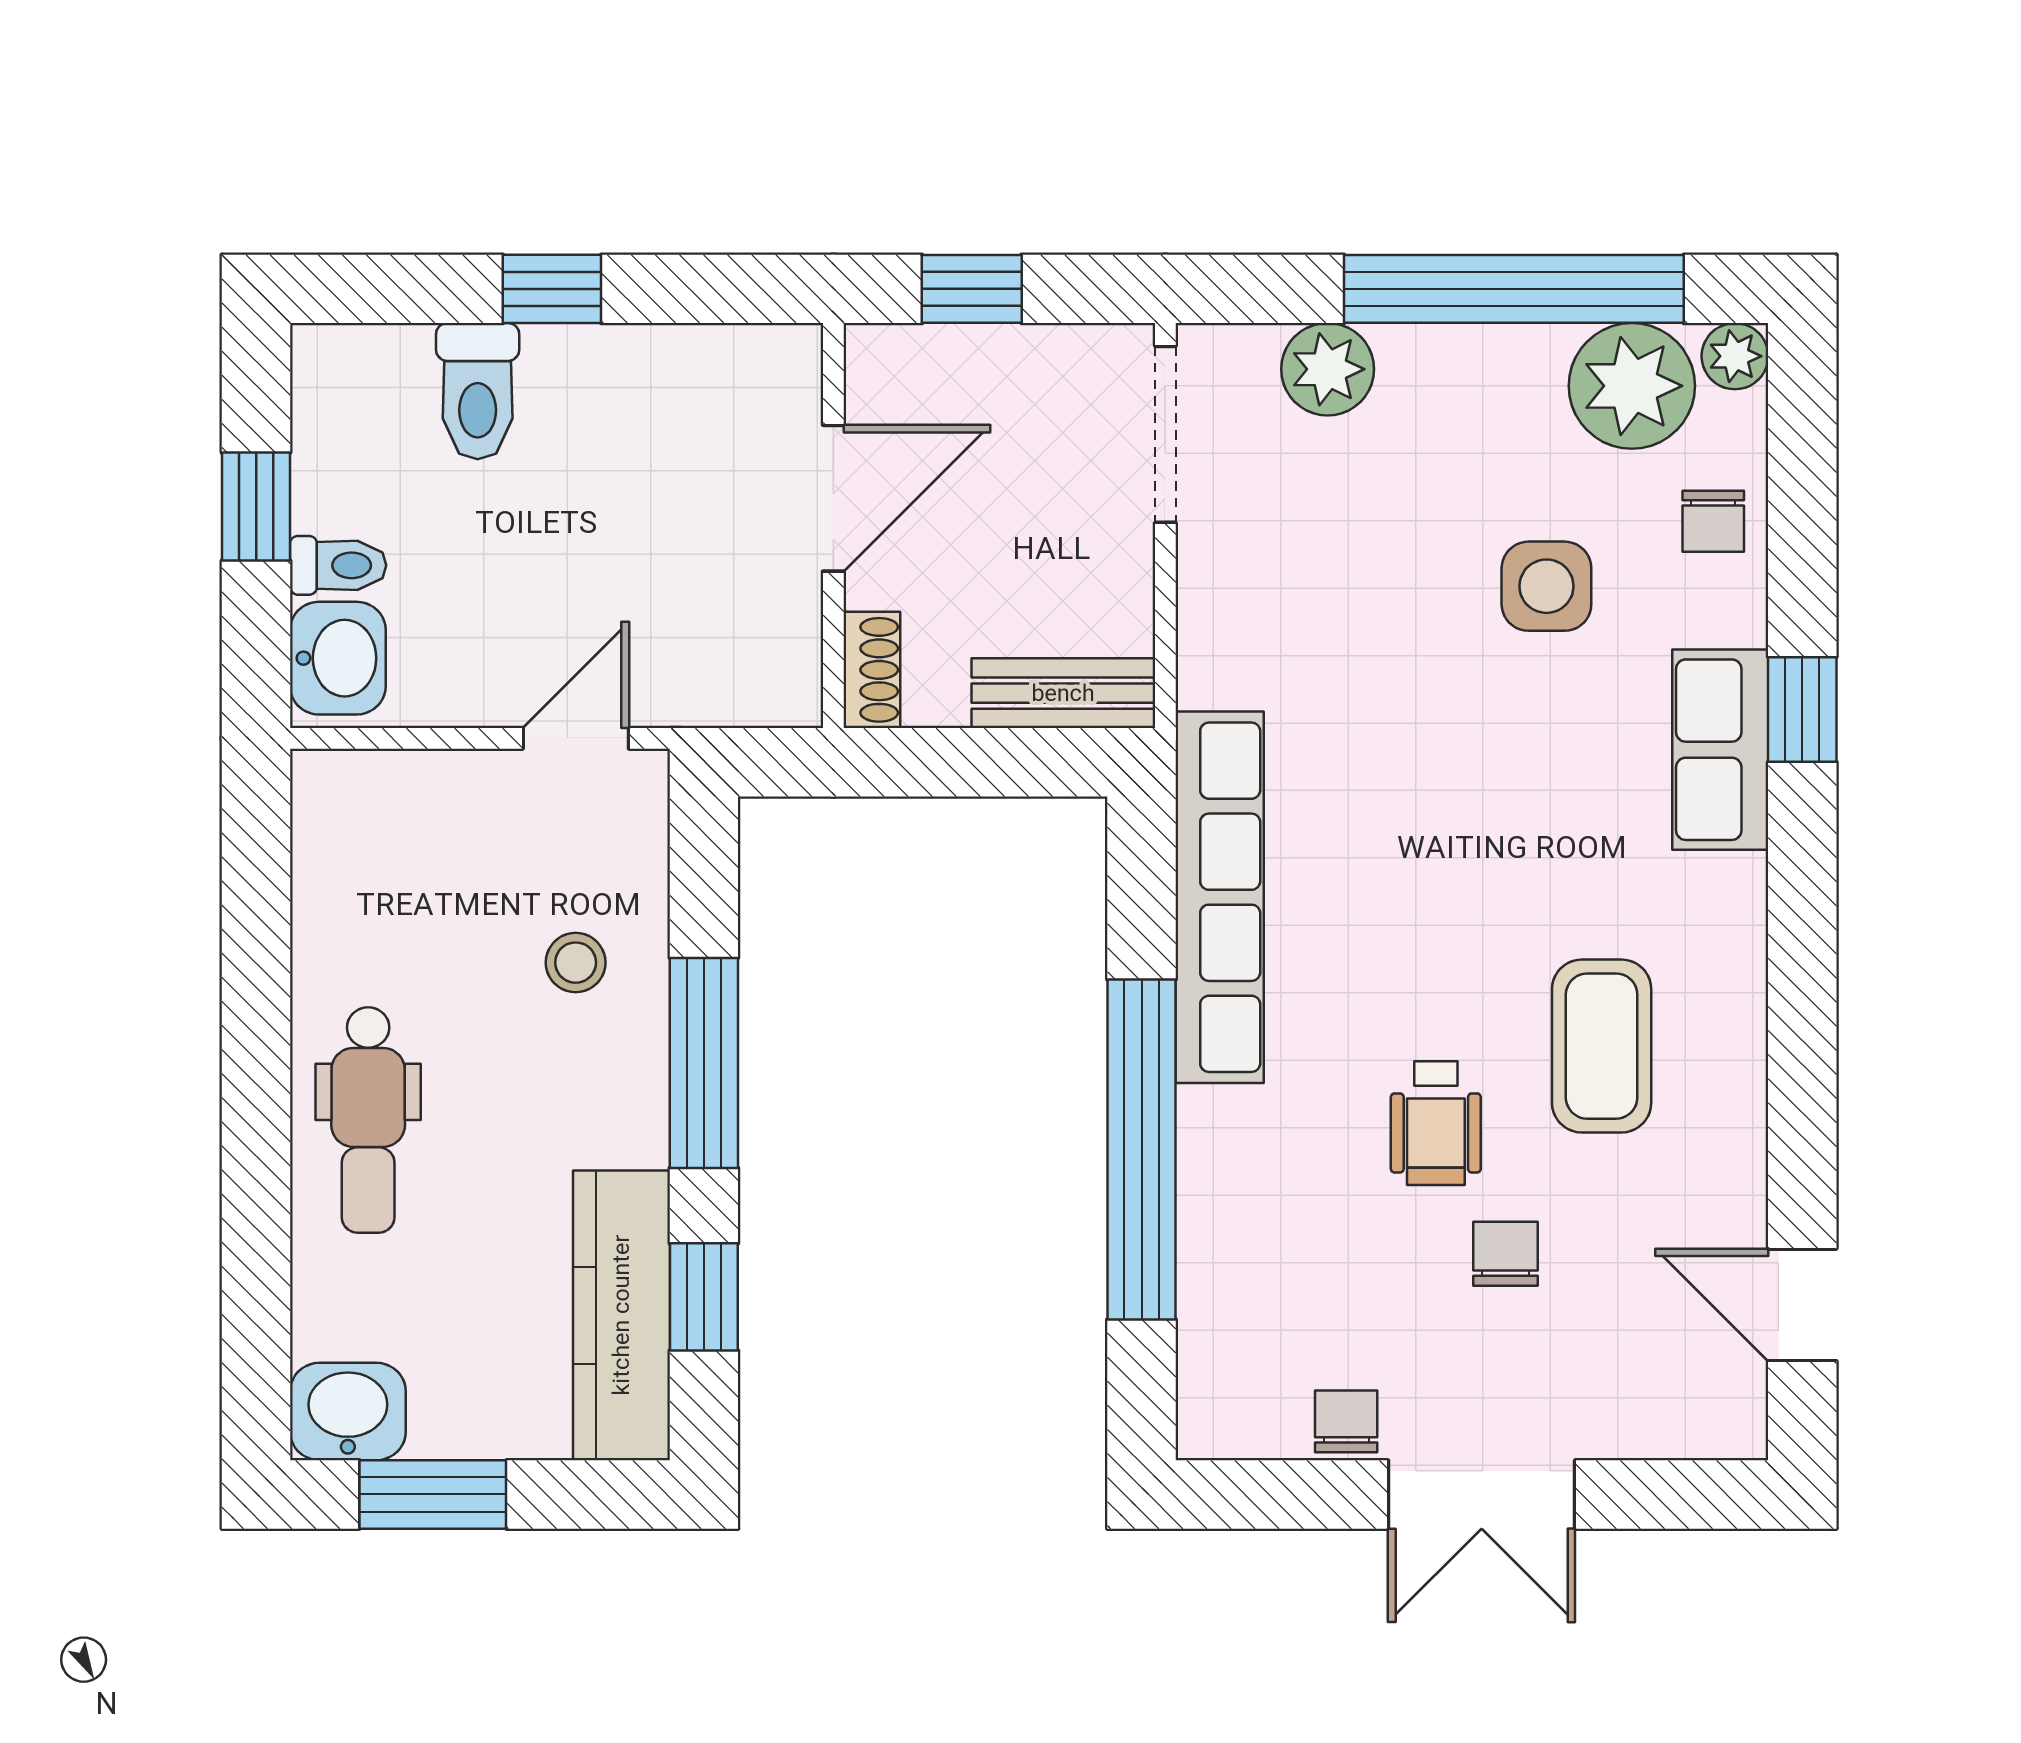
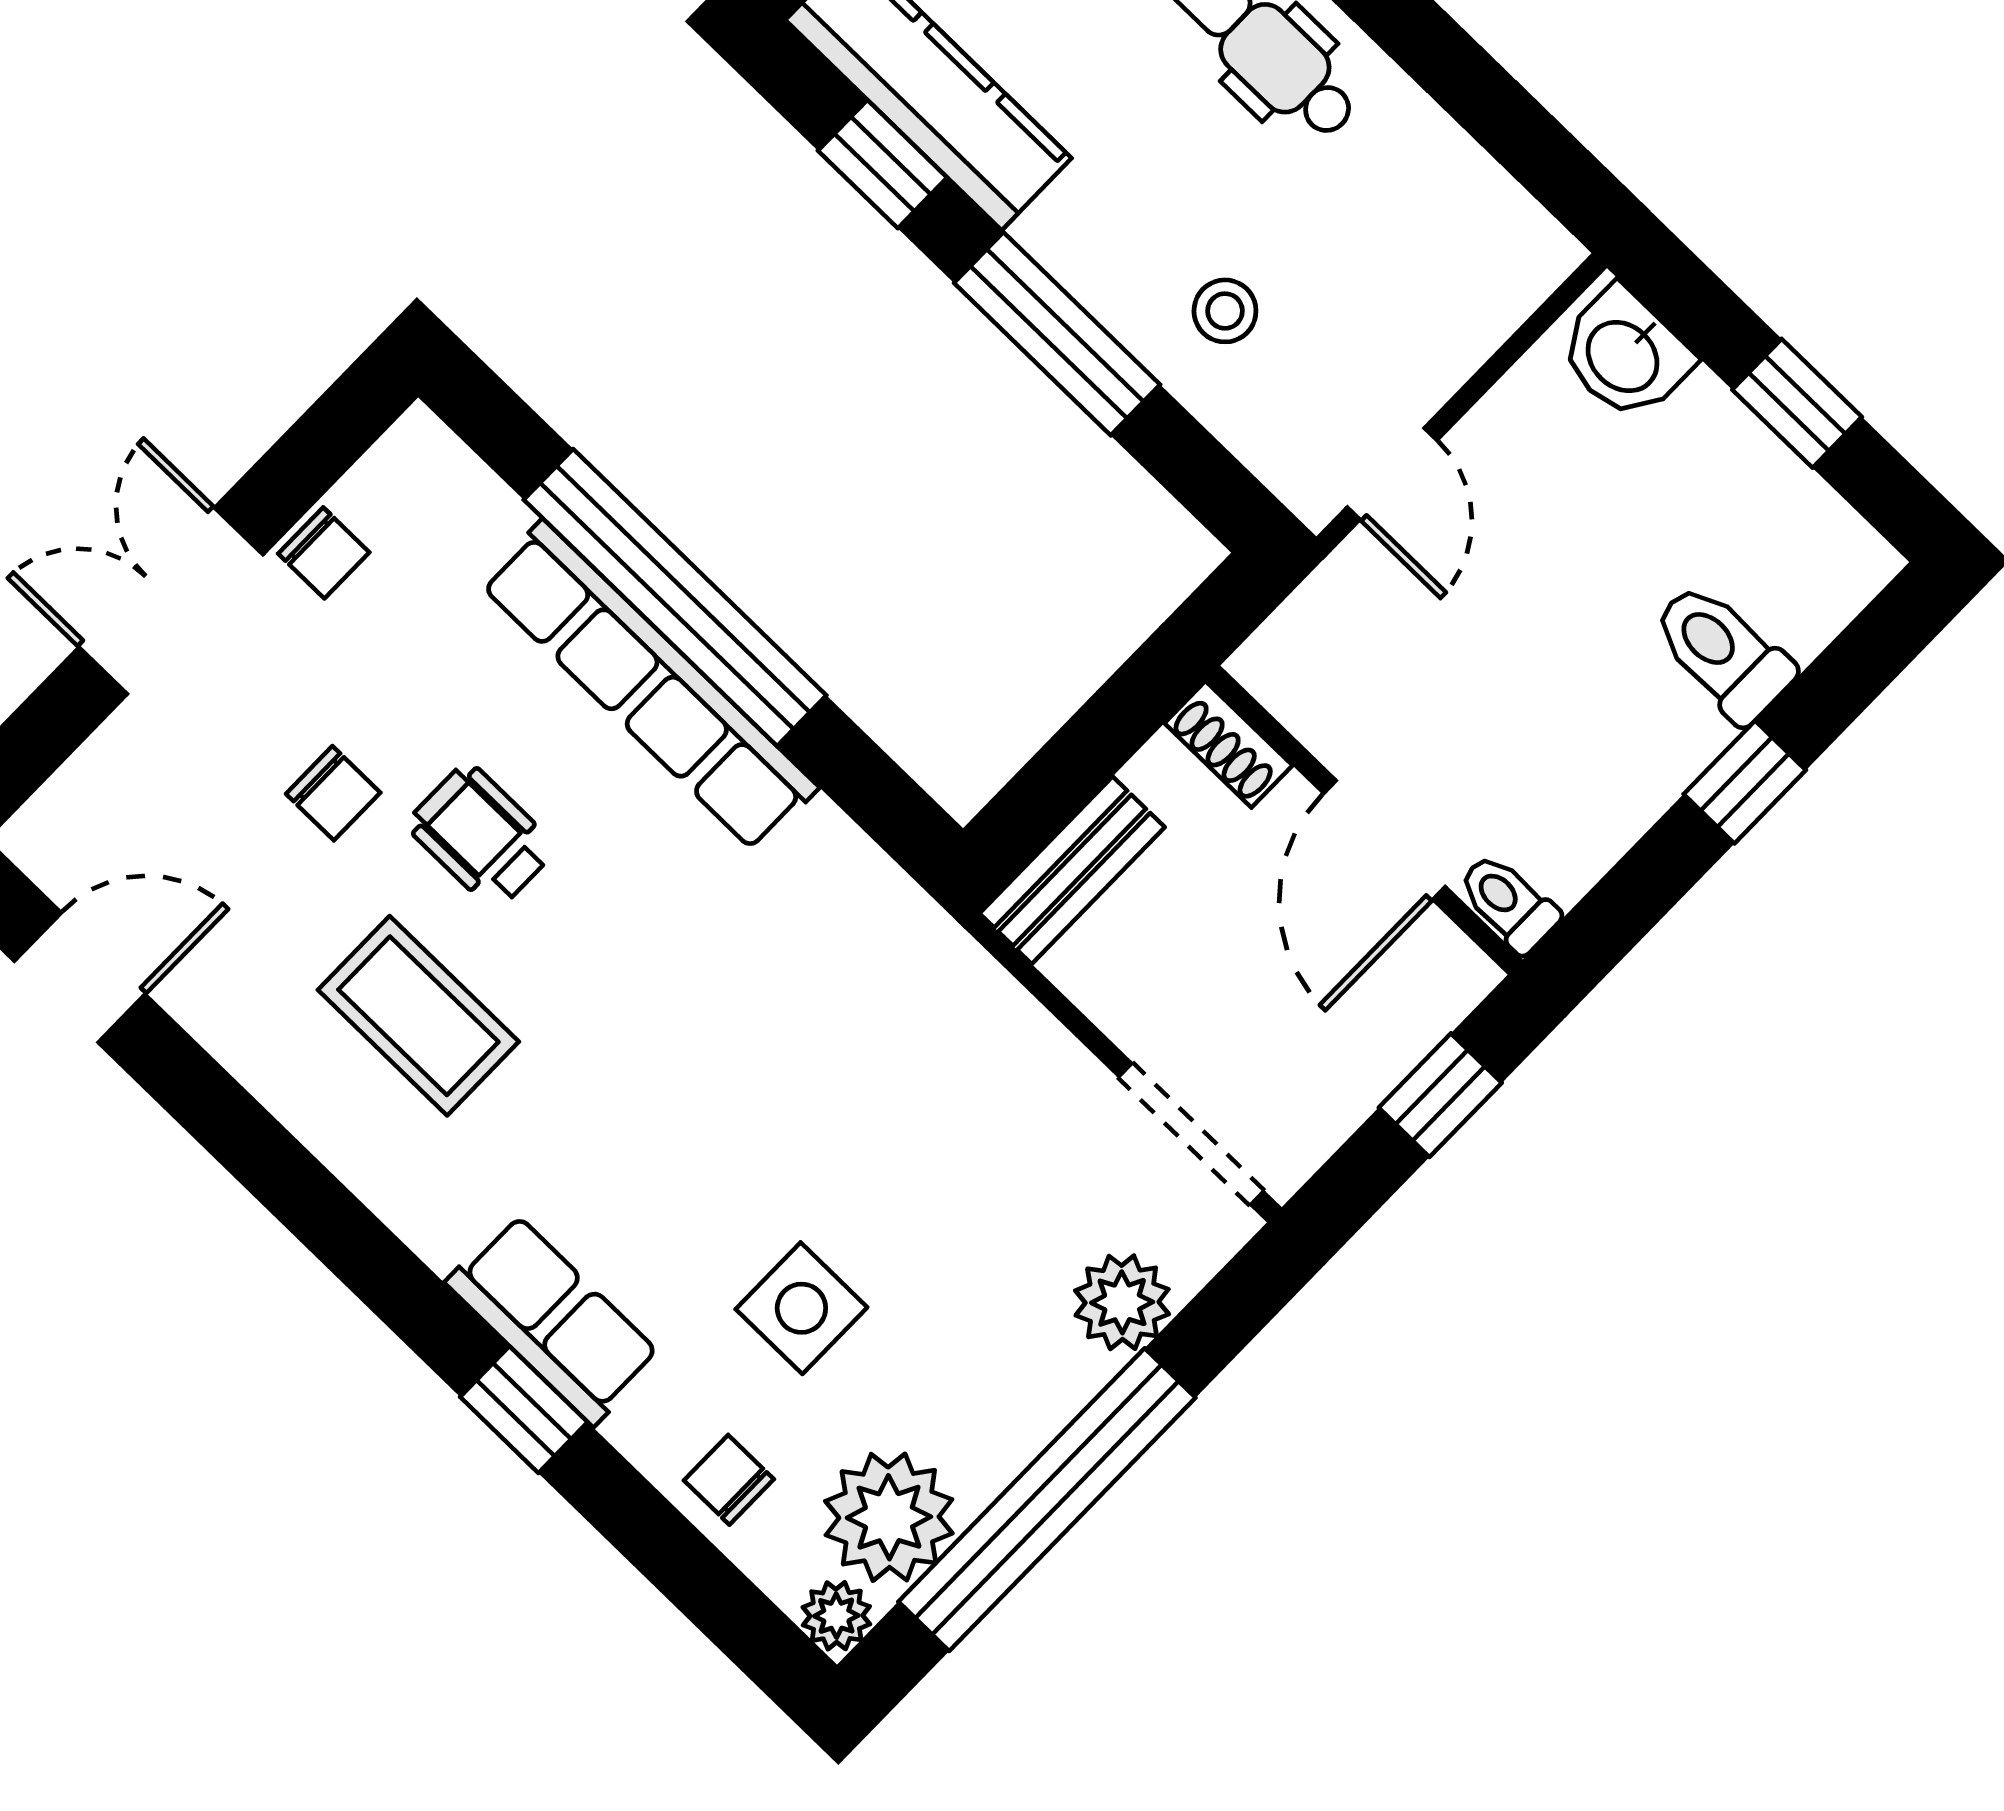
toilet: (338, 565) -> (1508, 903), moved, turned 90
row of seats: (1220, 897) -> (649, 686), moved

